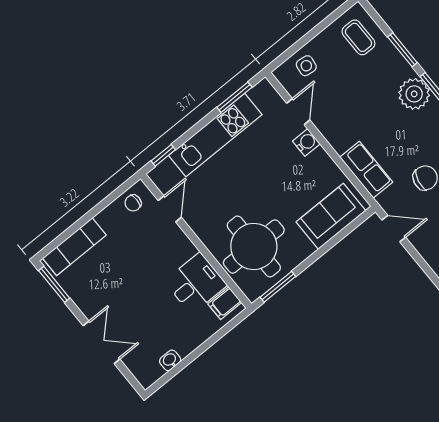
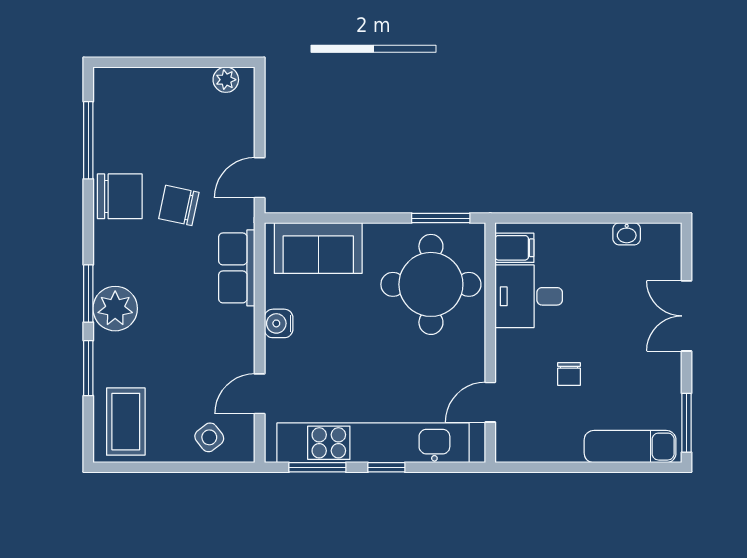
coffee table: (358, 37) -> (126, 422), width x1.36, depth x1.30
side table: (306, 66) -> (209, 437), turned 45
kitchen unit: (215, 135) -> (373, 443), width x1.36
water cooler: (306, 142) -> (279, 323), moved
window: (163, 155) -> (386, 467), moved
chair: (133, 203) -> (569, 374), moved, turned 90
door: (394, 229) -> (260, 178), hinge flipped

